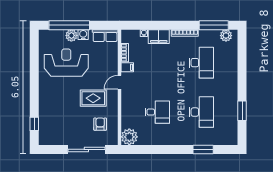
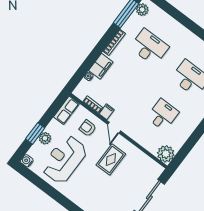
window: (69, 25) -> (35, 133), width x0.47
water cooler: (83, 35) -> (27, 161), moved
armchair: (100, 124) -> (88, 128), moved

